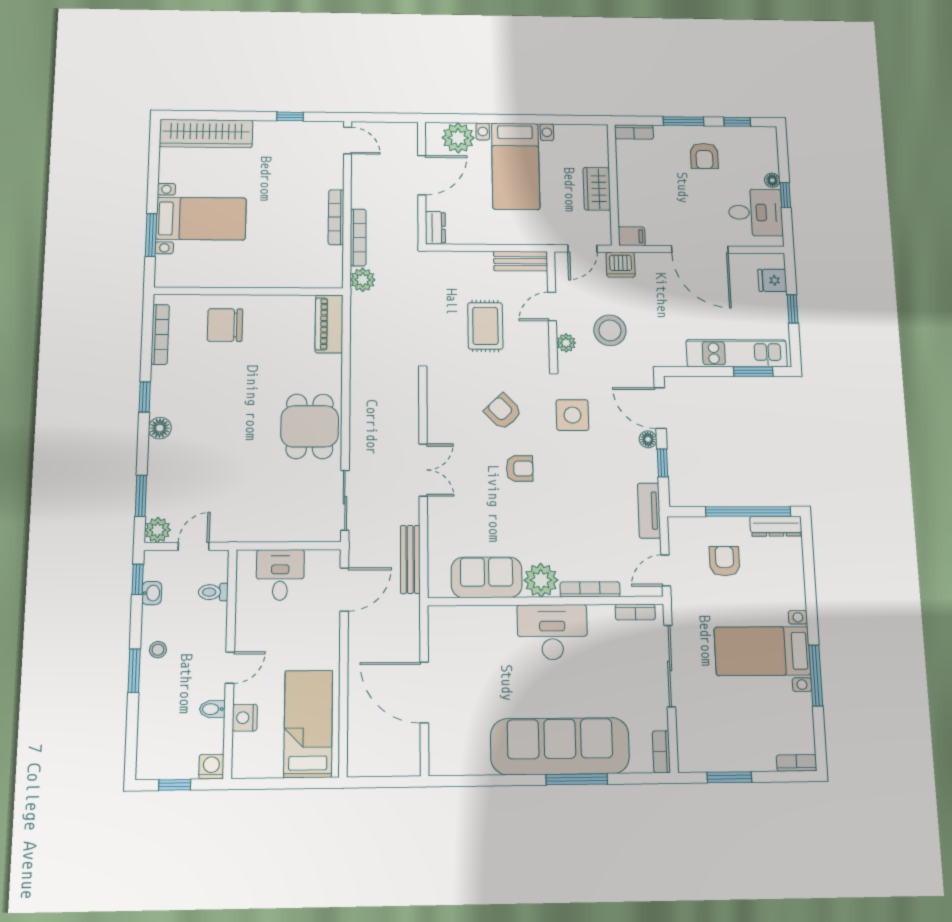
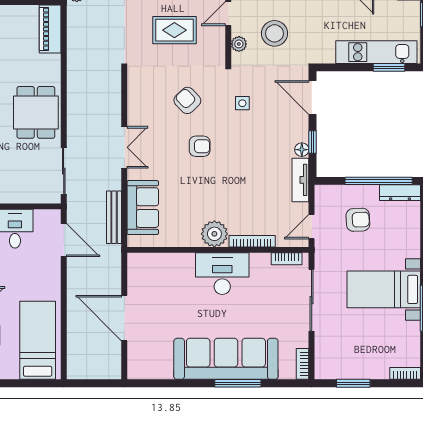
rug: (485, 326) -> (174, 30), turned 90
side table: (572, 415) -> (242, 103), width x0.54, depth x0.54
floor lamp: (648, 439) -> (302, 150), moved
armchair: (725, 561) -> (358, 220), turned 87
sofa: (487, 577) -> (143, 208), moved, turned 90
door: (344, 589) -> (64, 240), hinge flipped

